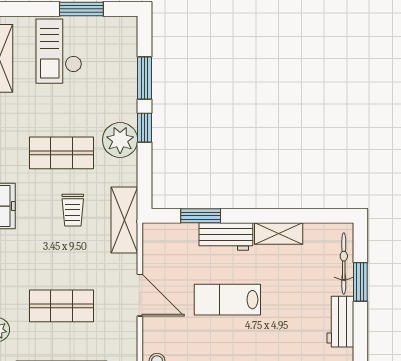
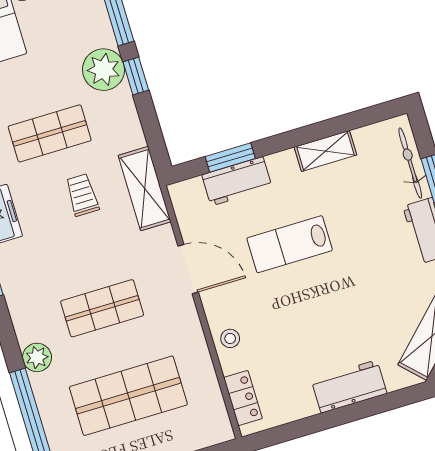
plant: (120, 140) -> (104, 70), moved
trolley: (73, 210) -> (82, 195), turned 180
workbench: (226, 236) -> (237, 181), moved

